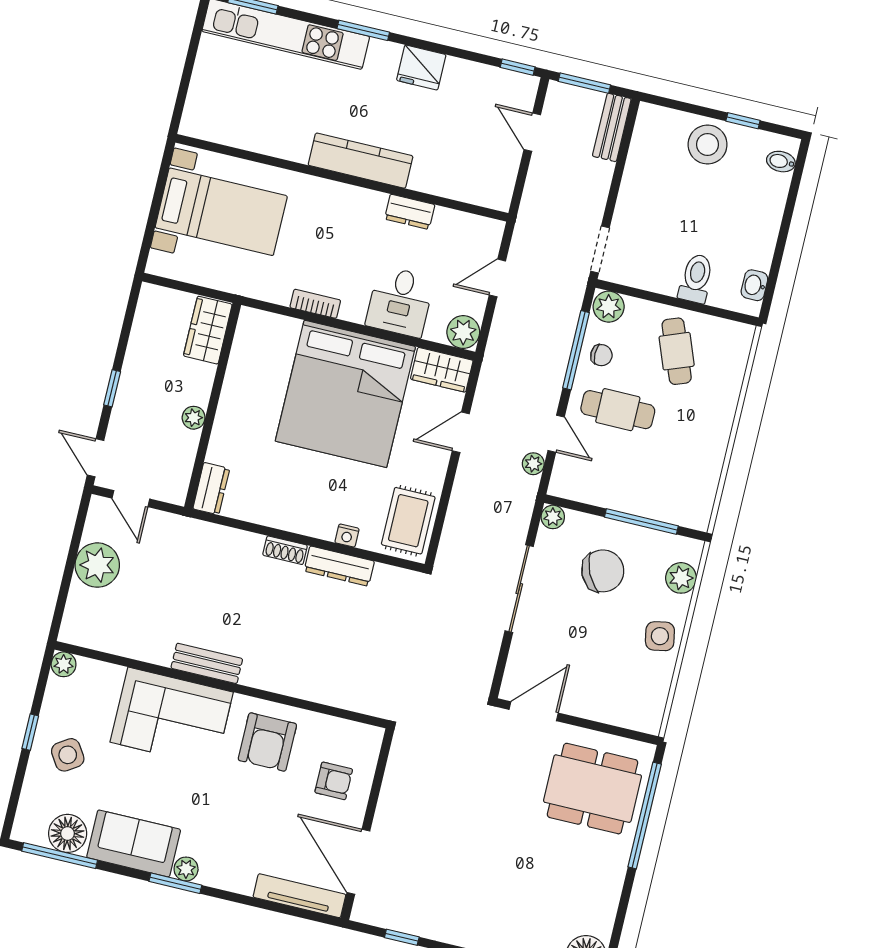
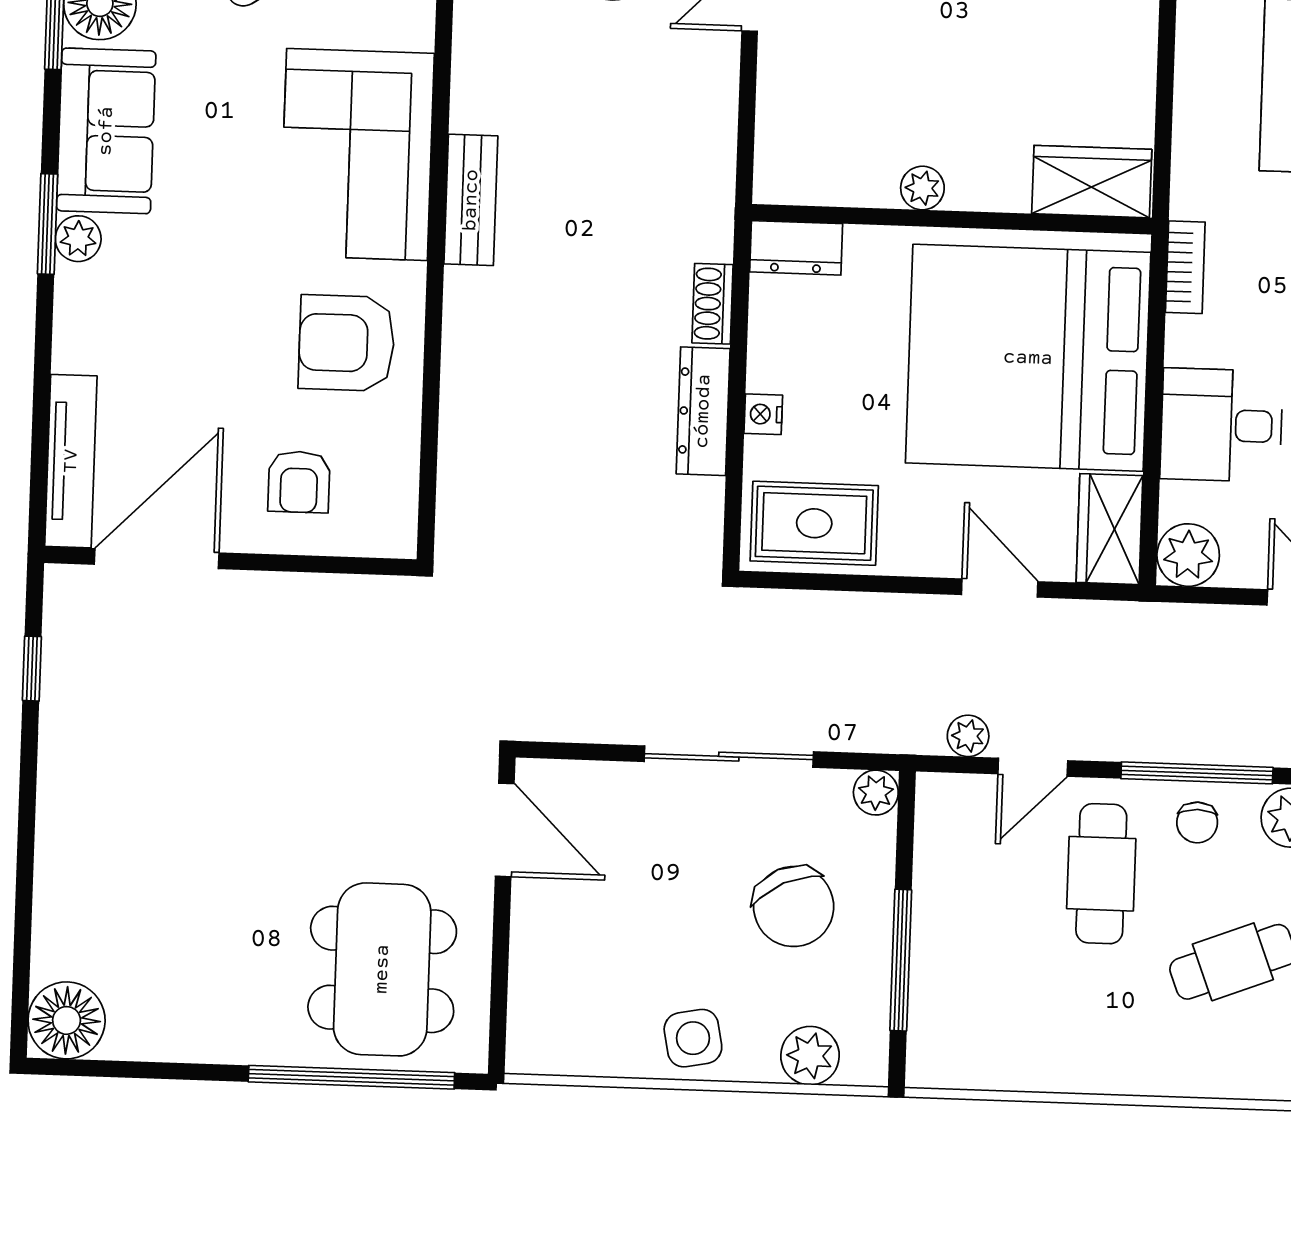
wardrobe: (208, 330) -> (1092, 182), moved
wall: (213, 406) -> (952, 219), moved
plant: (194, 418) -> (922, 188), moved
dresser: (211, 489) -> (796, 248), moved

